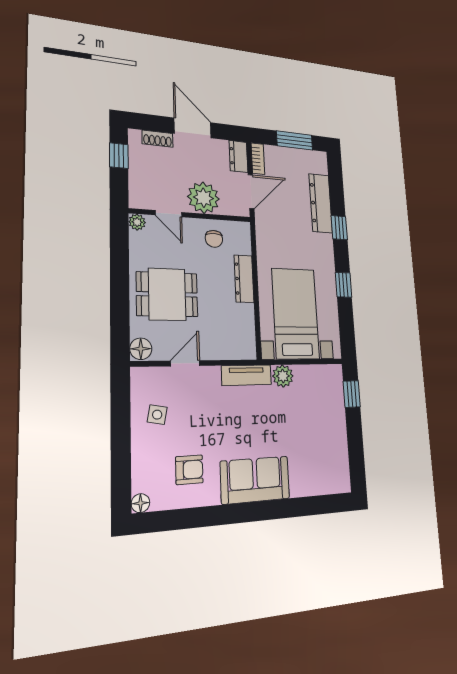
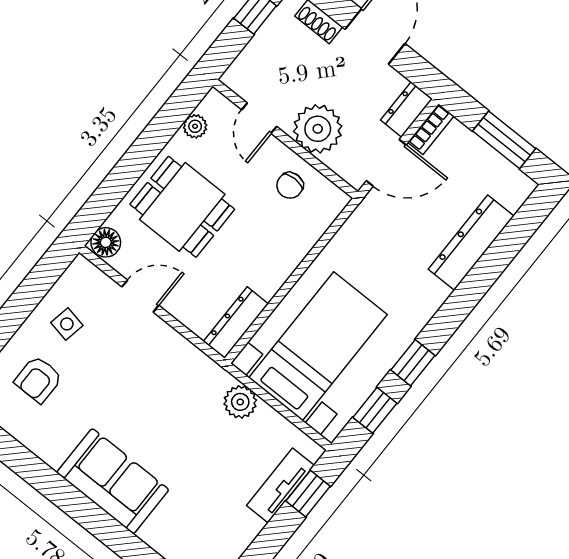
plant: (137, 222) -> (195, 126), moved
window: (339, 228) -> (375, 410), moved
dresser: (244, 279) -> (236, 323), moved
tv unit: (246, 375) -> (280, 485), moved, turned 90
armchair: (189, 470) -> (38, 379), moved, turned 90

